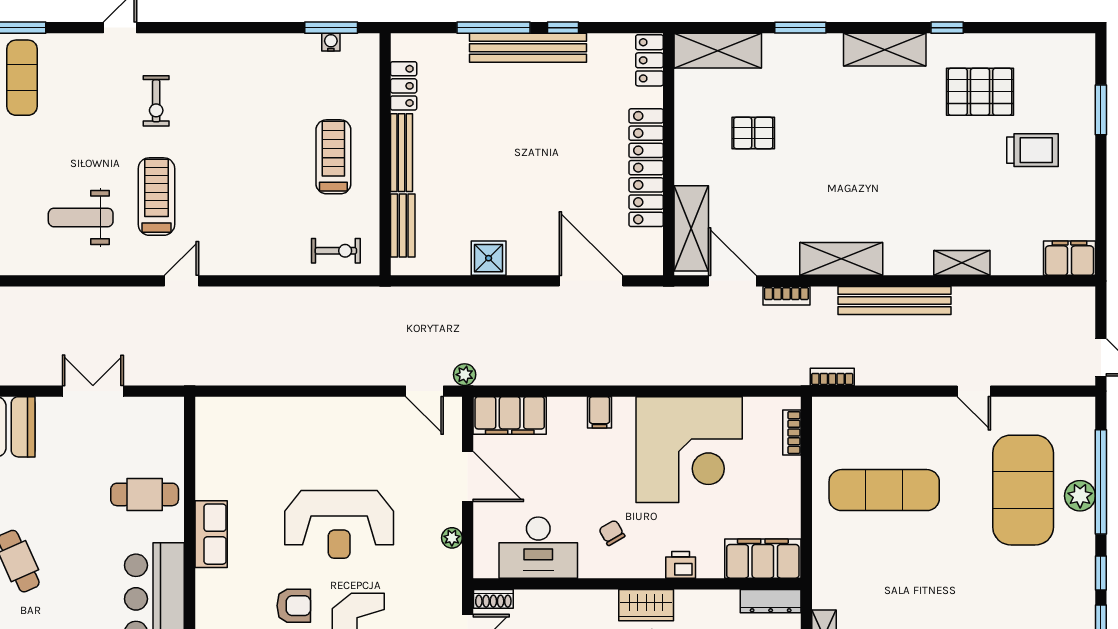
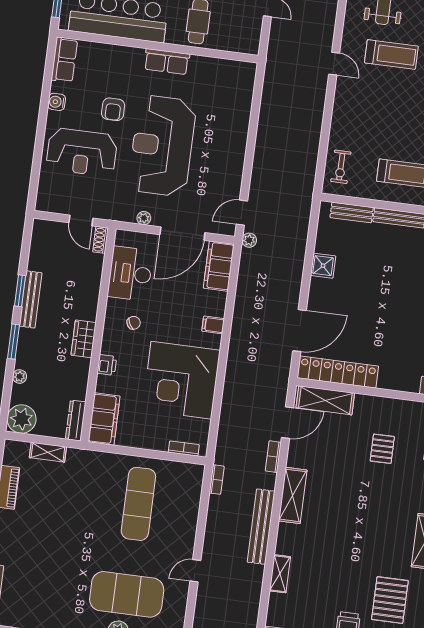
locker: (646, 168) -> (338, 372), moved
door: (468, 477) -> (182, 234), width x1.36
reception desk: (339, 524) -> (162, 146), width x1.36, depth x1.30

